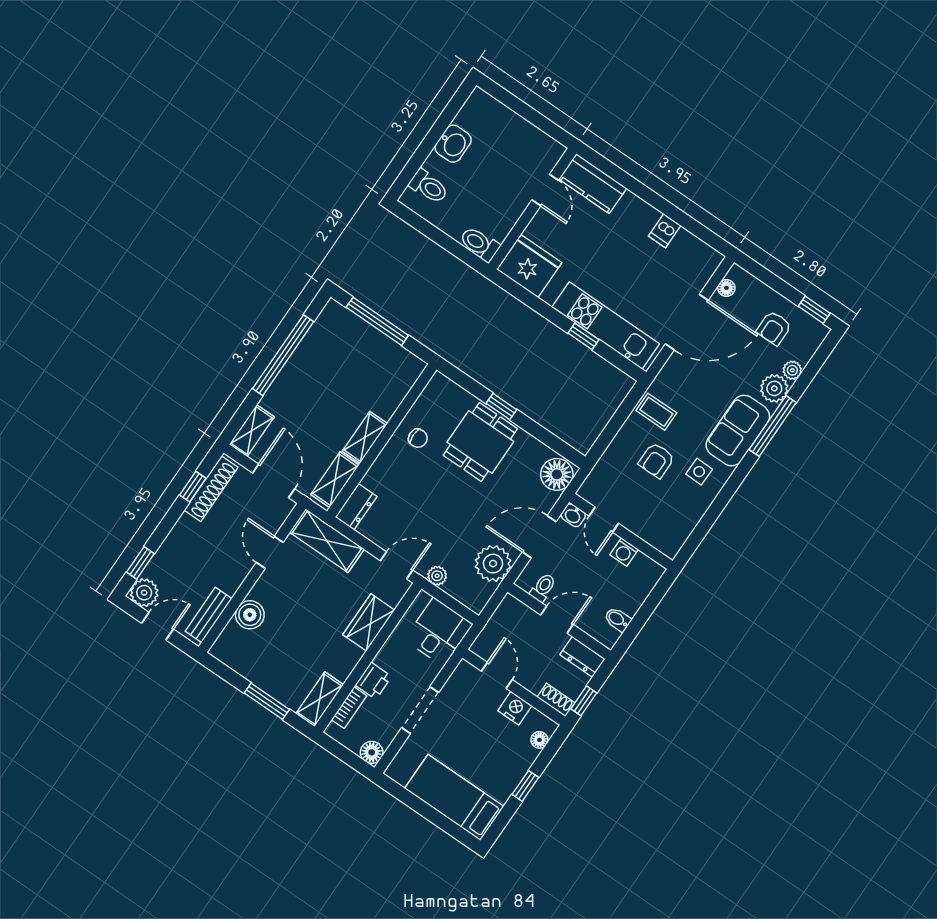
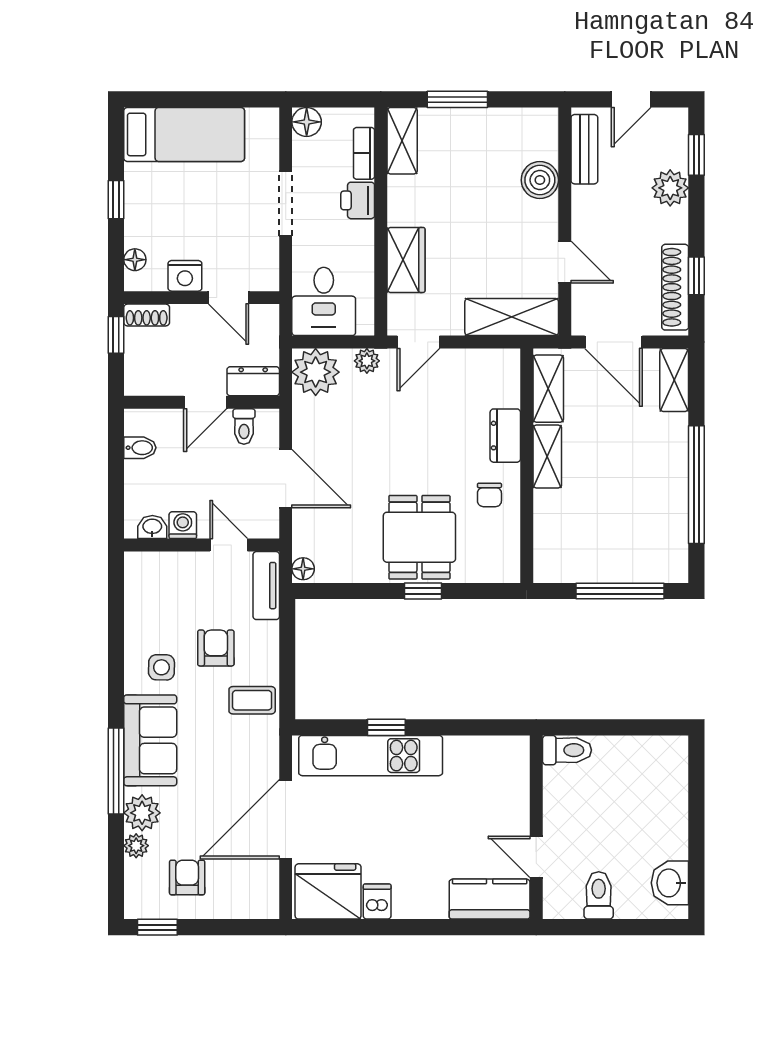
washbasin: (453, 144) -> (670, 883), moved
toilet: (429, 186) -> (599, 895), moved, turned 90
fridge: (529, 266) -> (328, 891), moved, turned 180
floor lamp: (726, 288) -> (268, 886), removed
chair: (418, 438) -> (489, 495), turned -90
floor lamp: (557, 474) -> (303, 569), width x0.53, depth x0.53
tv unit: (598, 478) -> (266, 586), added
dresser: (356, 507) -> (505, 436), moved
washbasin: (573, 515) -> (152, 527), moved
door: (539, 537) -> (286, 479), hinge flipped
plant: (493, 564) -> (316, 372), moved
plant: (144, 593) -> (670, 188), moved
dresser: (582, 657) -> (253, 381), moved

